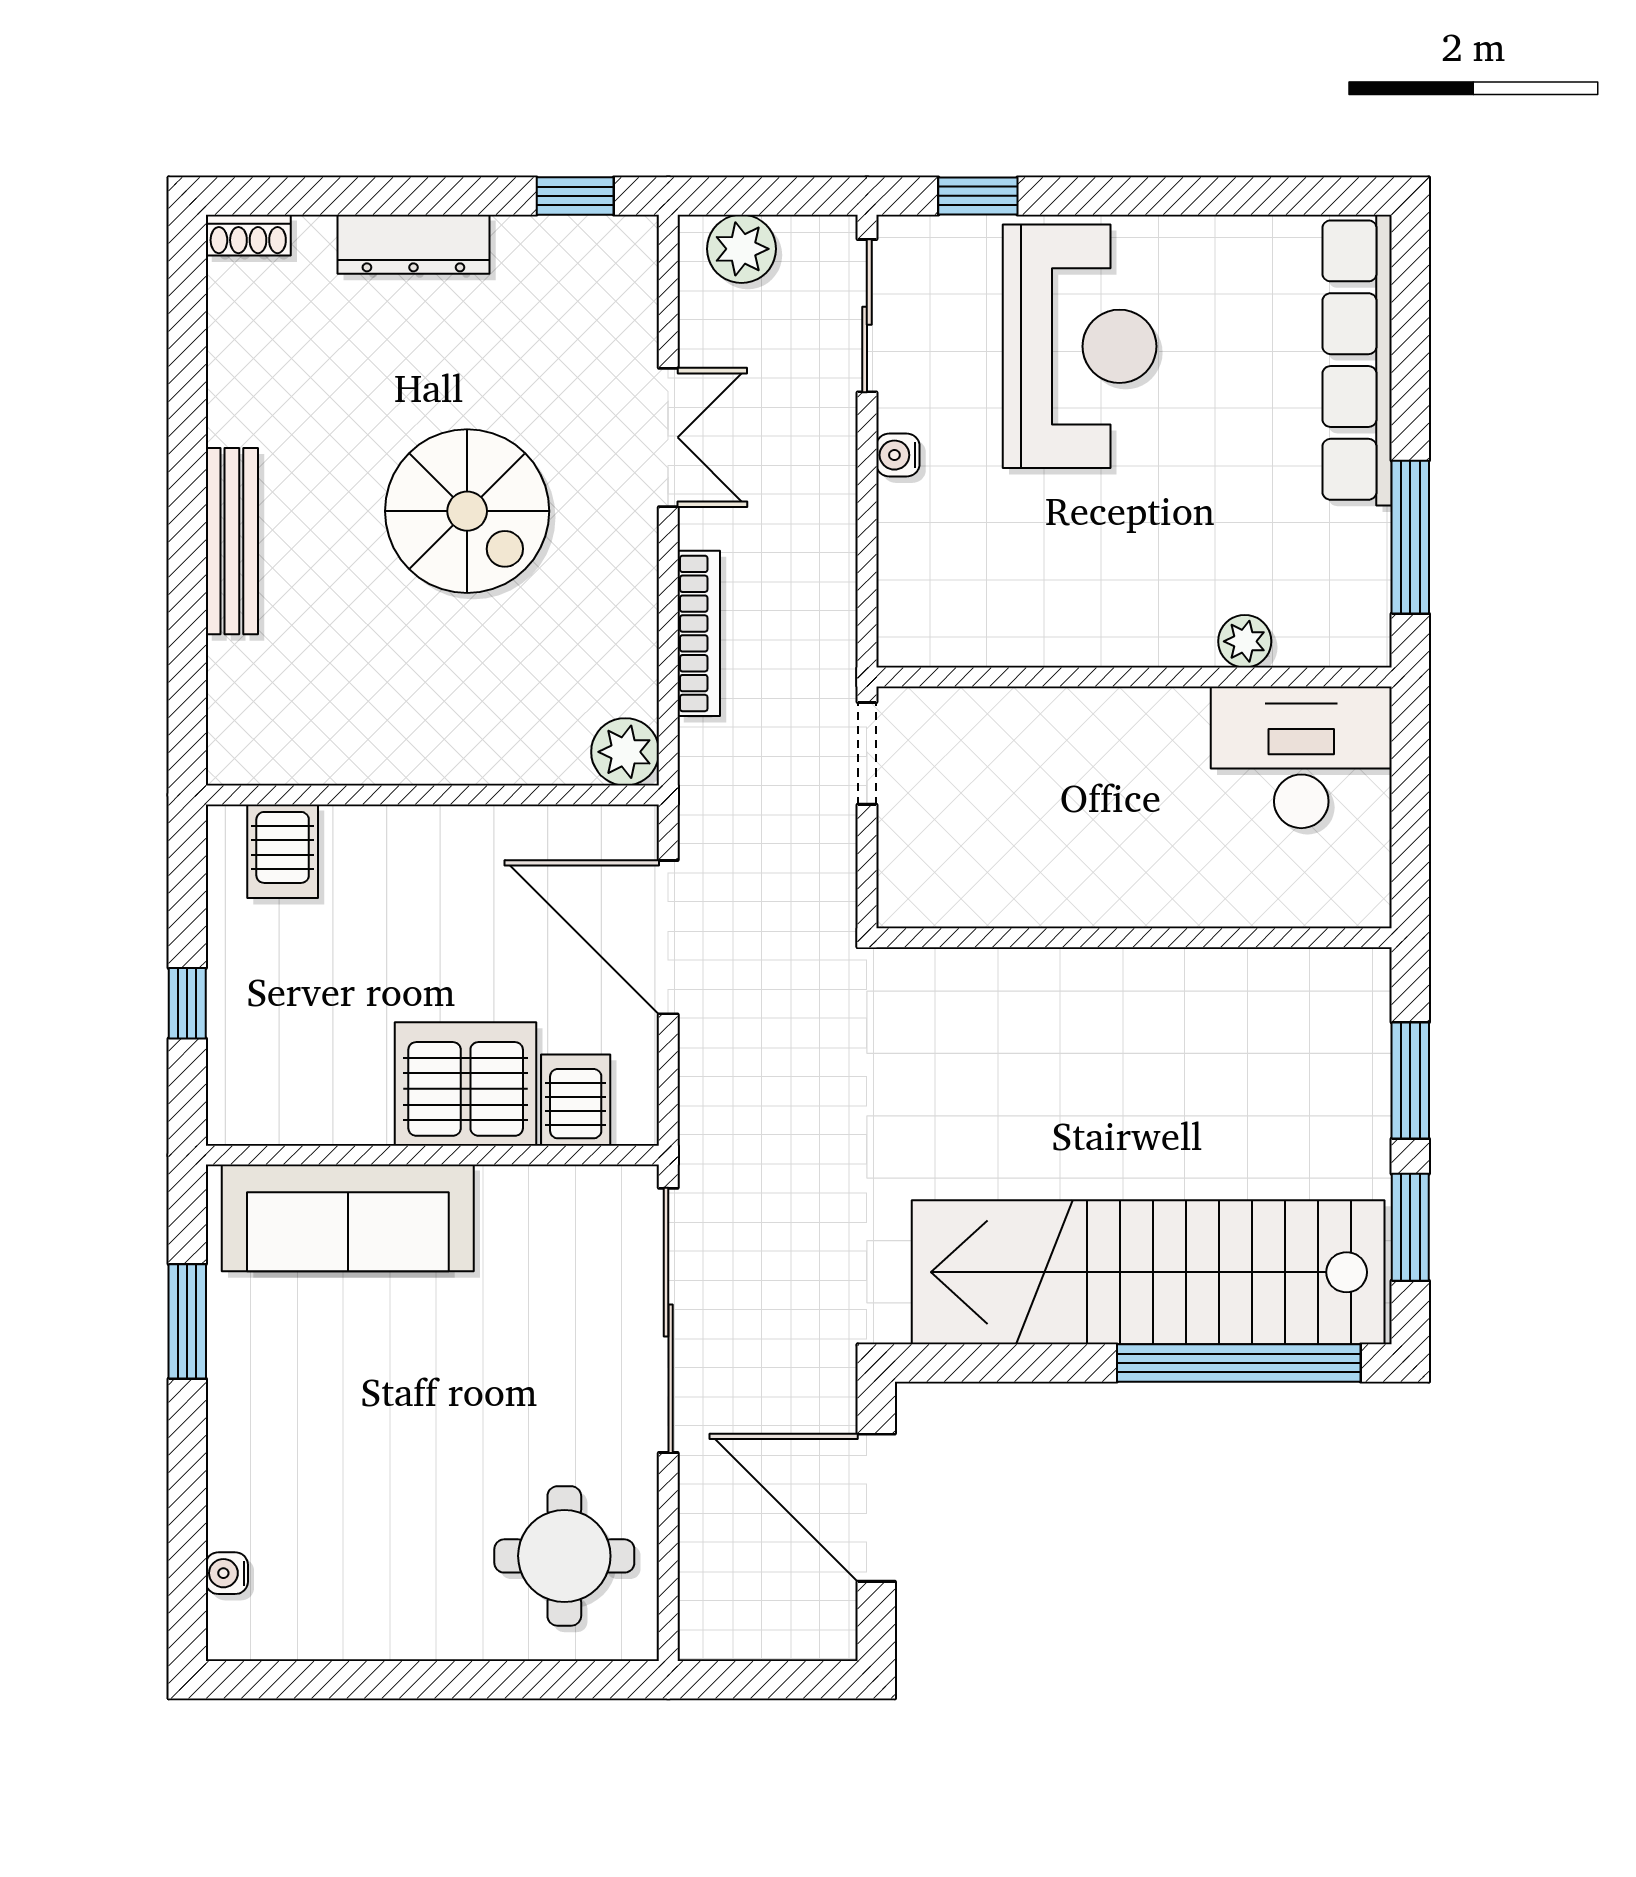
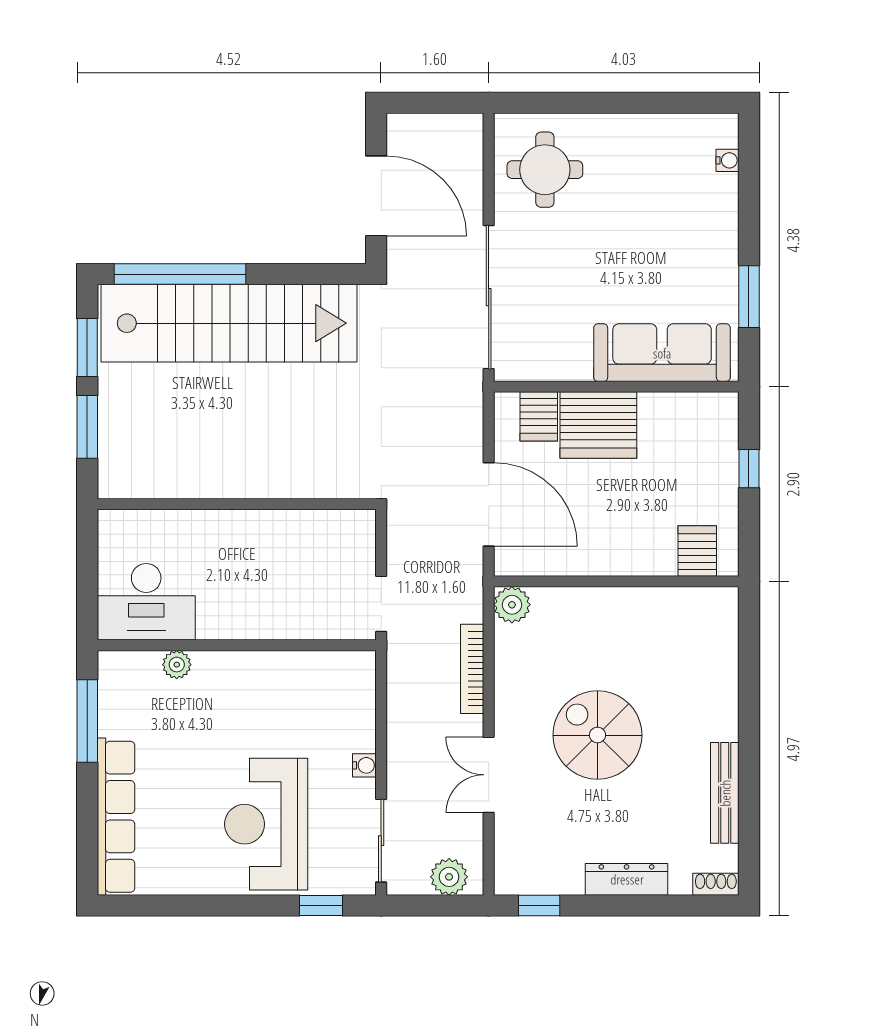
bench: (232, 541) -> (725, 793), moved

